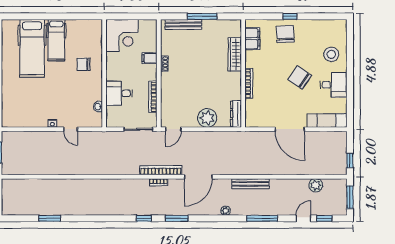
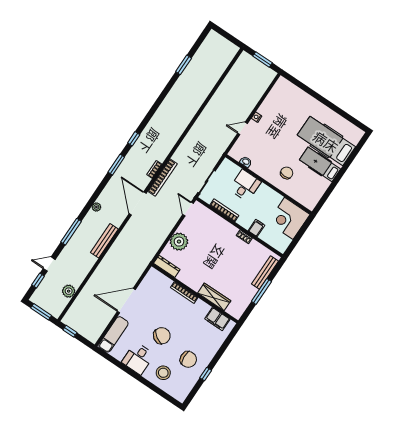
window: (290, 16) -> (206, 374), moved
chair: (285, 34) -> (188, 359), moved
door: (303, 218) -> (49, 264), swing flipped

